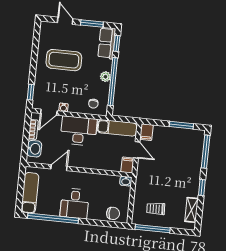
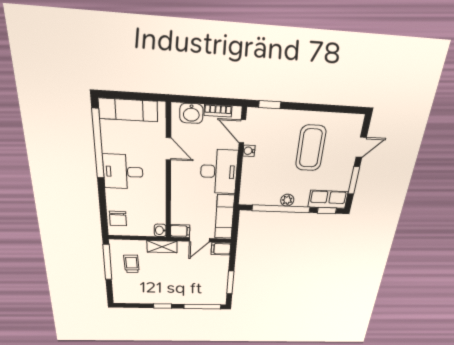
chair: (93, 104) -> (254, 188), removed
shelving: (191, 210) -> (162, 247), moved

